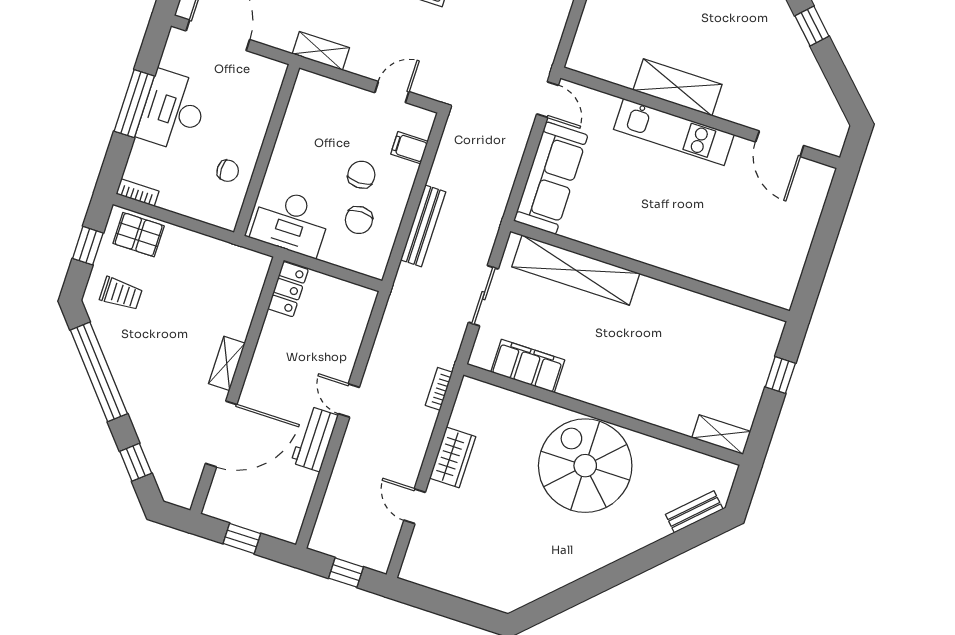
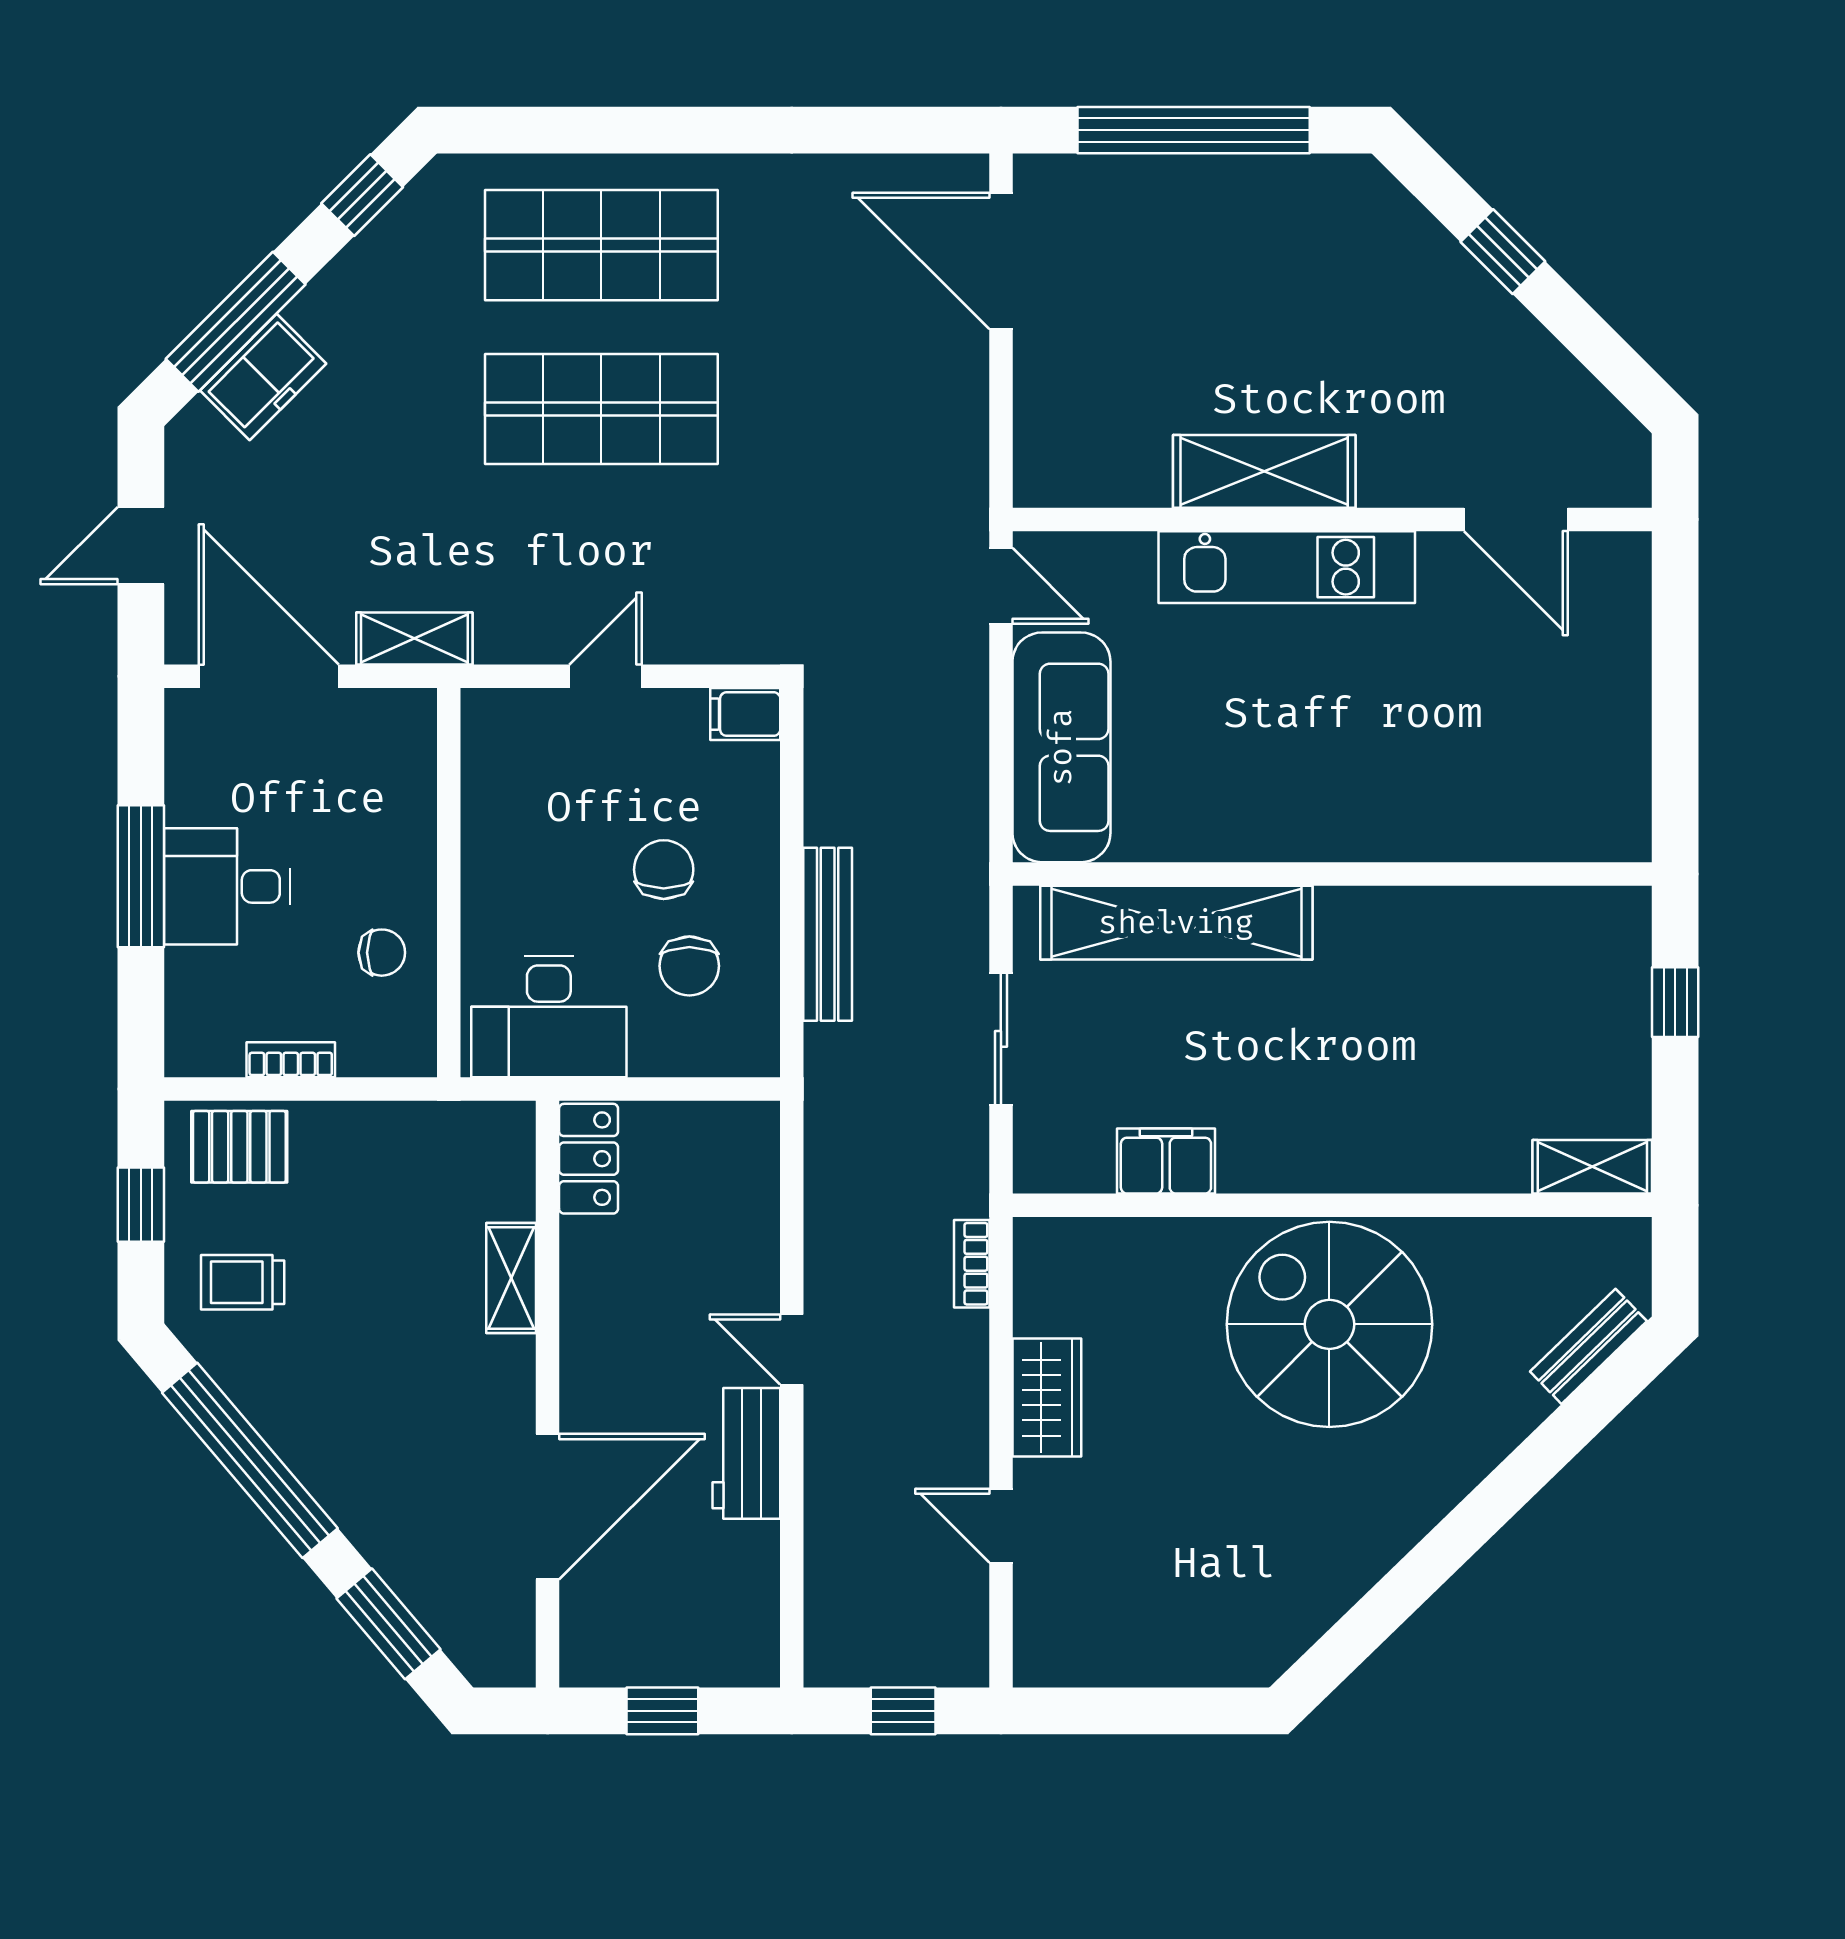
shelving: (321, 51) -> (414, 639), moved
door: (392, 92) -> (605, 676), moved
desk: (173, 111) -> (227, 886), width x0.73
filing cabinet: (409, 148) -> (745, 714), moved
bookcase: (137, 193) -> (291, 1060), moved
trolley: (121, 294) -> (243, 1282), turned 180
shelving: (227, 363) -> (511, 1278), moved
filing cabinet: (528, 366) -> (1166, 1161), width x0.67, depth x0.86
window: (136, 462) -> (389, 1624), width x1.50

